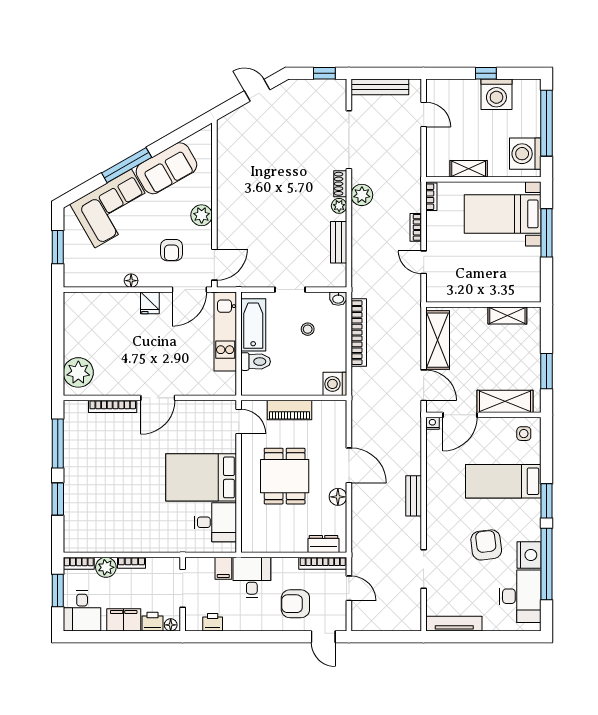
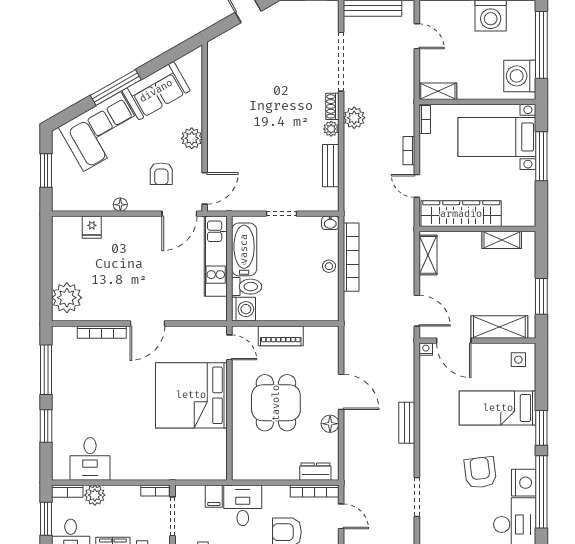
shelving: (469, 169) -> (438, 91), moved
wardrobe: (467, 290) -> (461, 214), added
fridge: (150, 303) -> (92, 227), moved
stool: (308, 329) -> (329, 266), moved
shelving: (438, 340) -> (428, 255), width x0.67, depth x0.75
washing machine: (335, 384) -> (244, 309), moved, turned 180
door: (460, 415) -> (454, 341), hinge flipped
bed: (201, 477) -> (191, 395), width x1.36
desk: (215, 522) -> (90, 459), moved, turned 90
bookcase: (131, 563) -> (155, 490), moved

